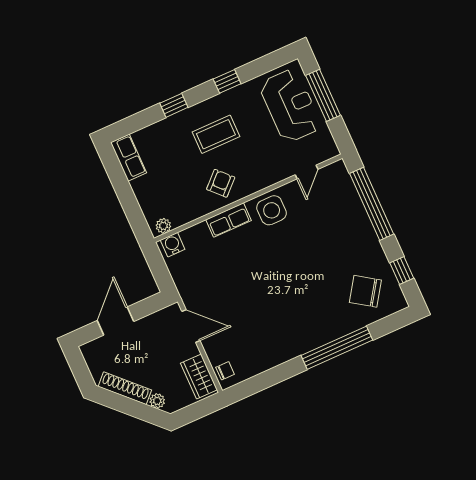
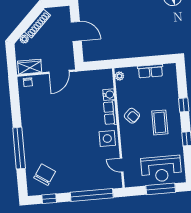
row of seats: (129, 158) -> (150, 71), moved
water cooler: (173, 245) -> (109, 95), moved

